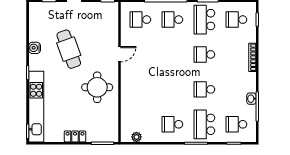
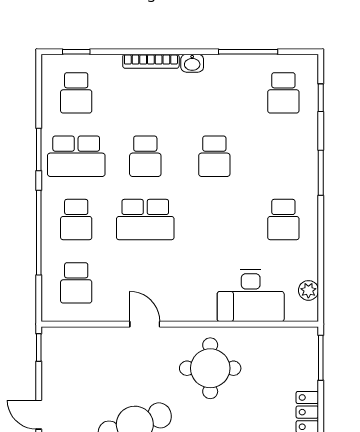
washbasin: (251, 99) -> (192, 63), moved
desk: (134, 108) -> (251, 296), added
school desk: (204, 124) -> (145, 220), moved

